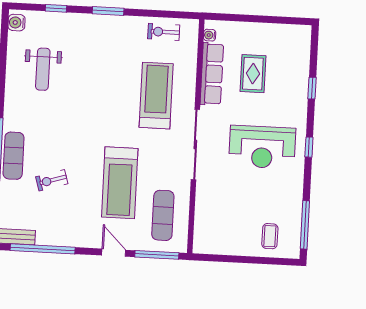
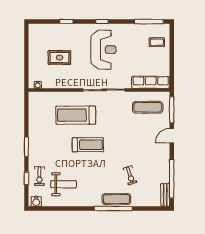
exercise bike: (164, 32) -> (39, 176), moved
row of seats: (212, 74) -> (151, 82), moved
treadmill: (120, 183) -> (88, 145), moved, width x0.73, depth x0.73

